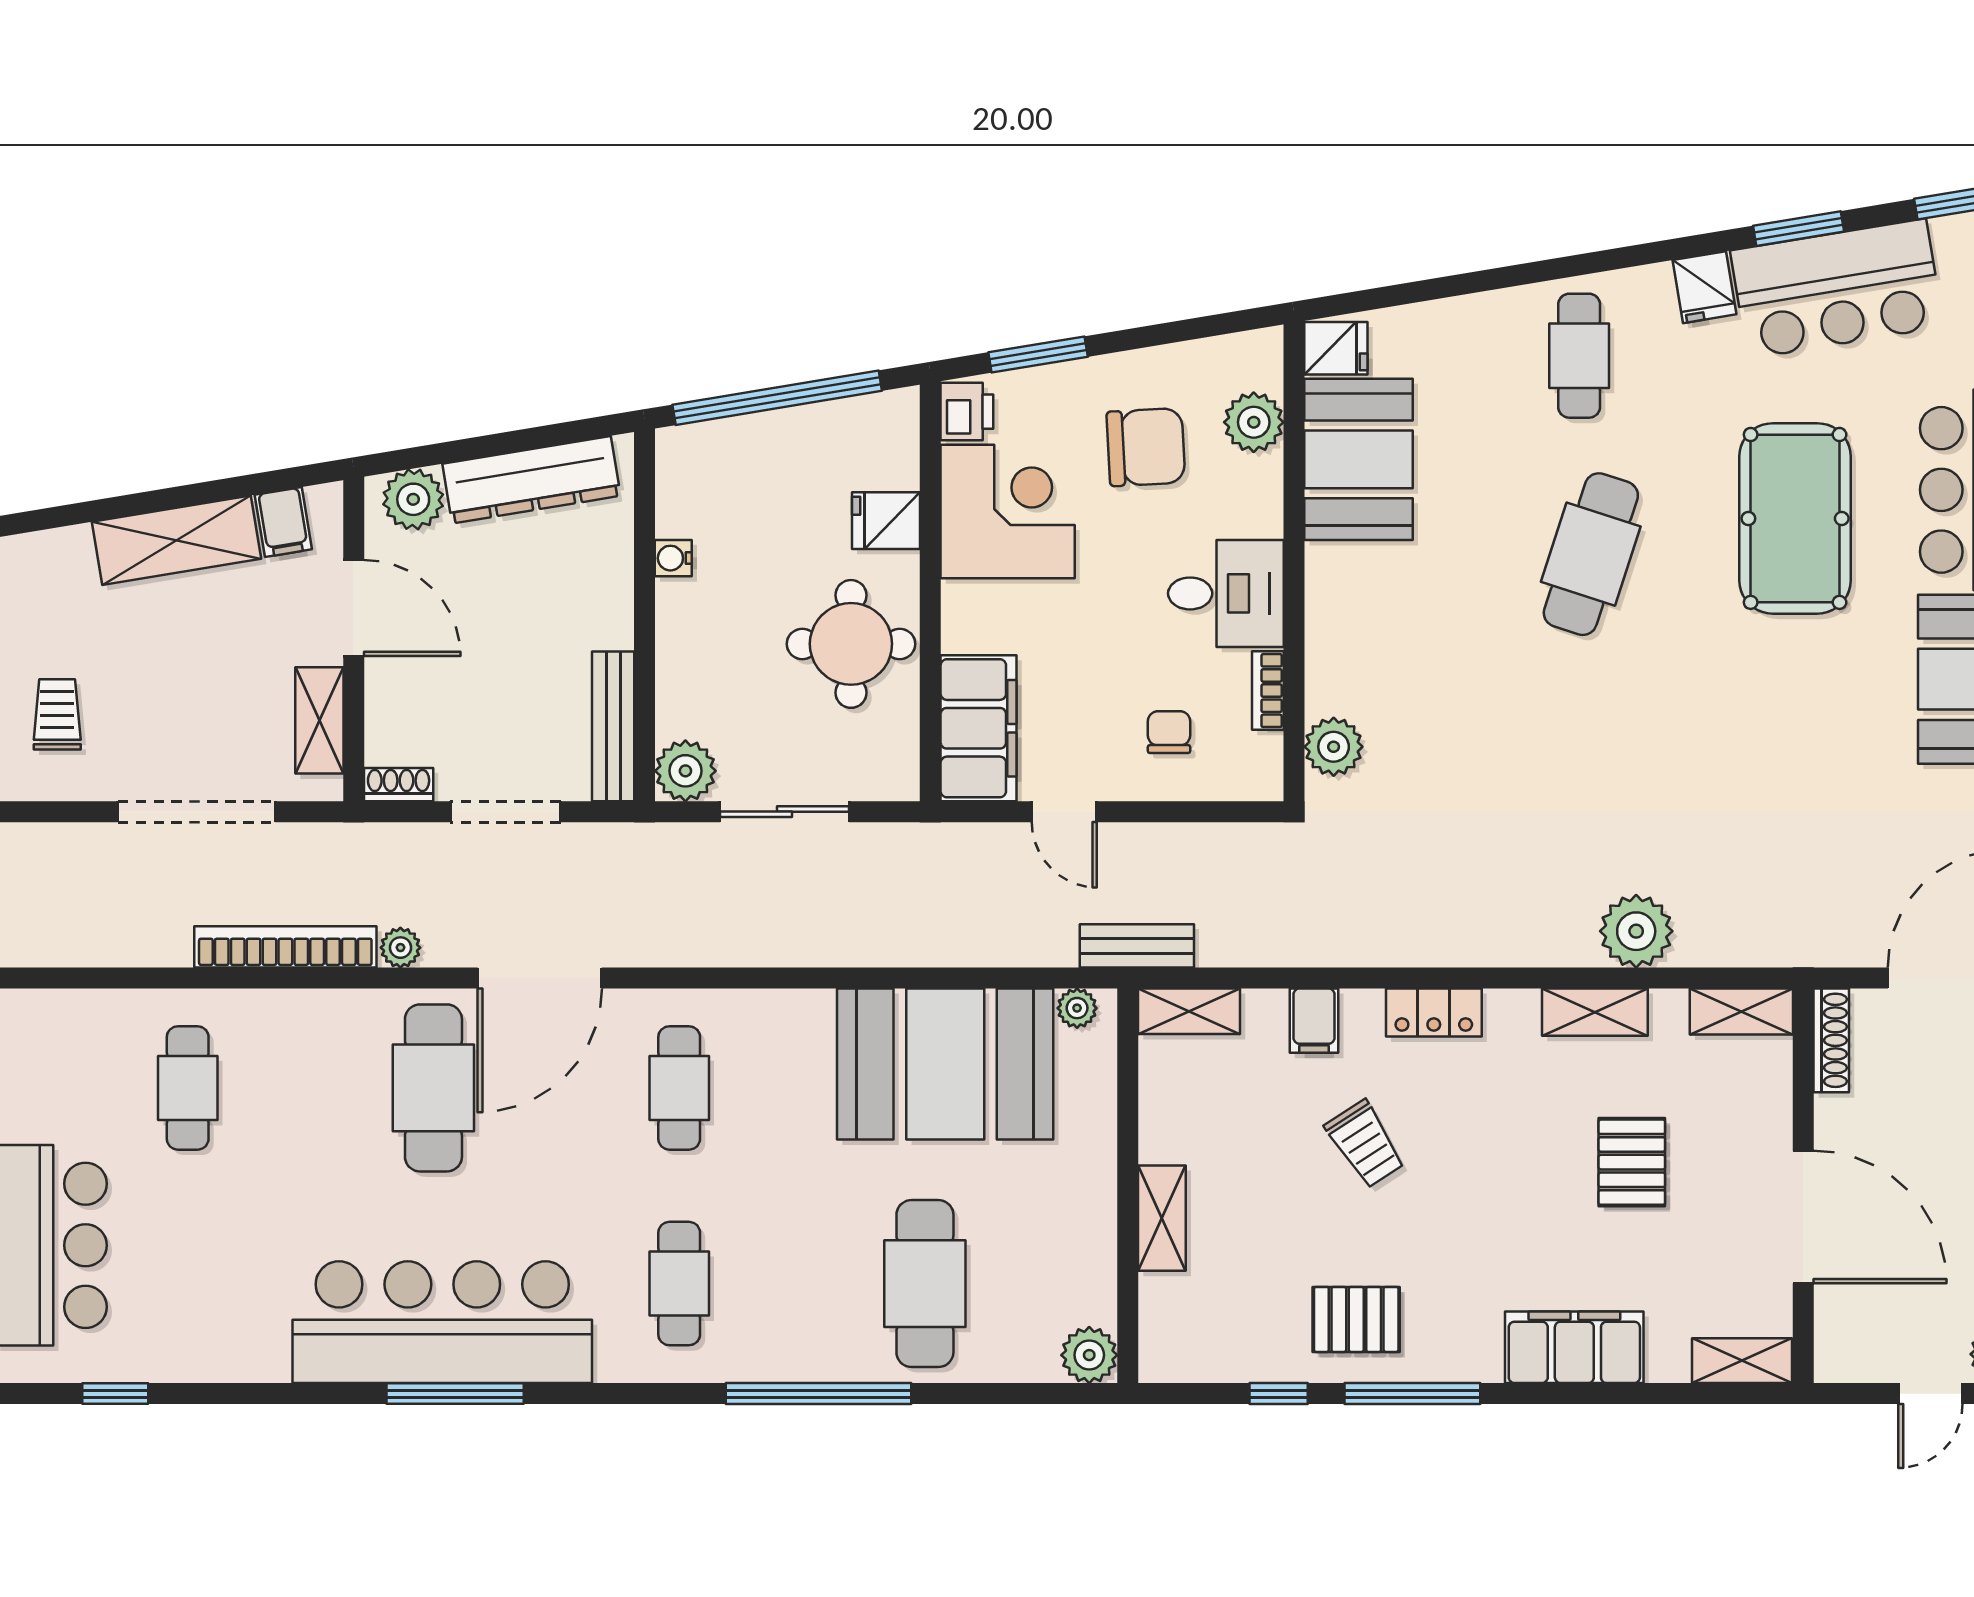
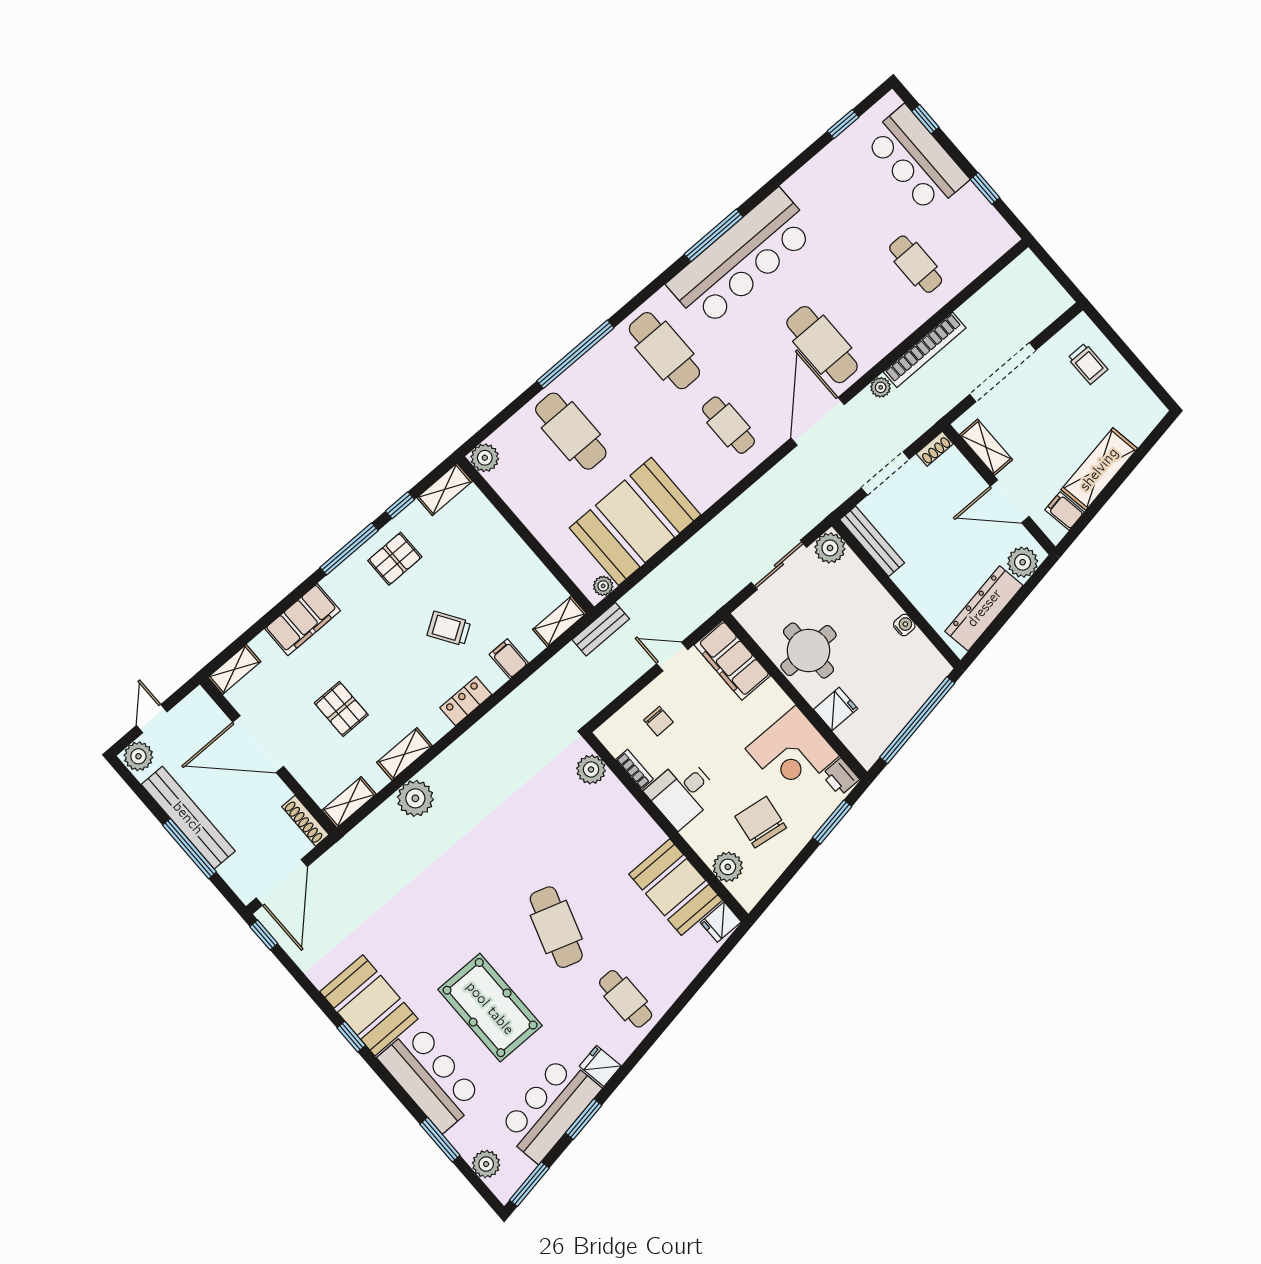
chair: (1146, 447) -> (761, 822), turned 101
shelving: (1162, 1218) -> (445, 489), moved, turned 90
cafe table: (679, 1284) -> (664, 351), width x1.37, depth x1.35

